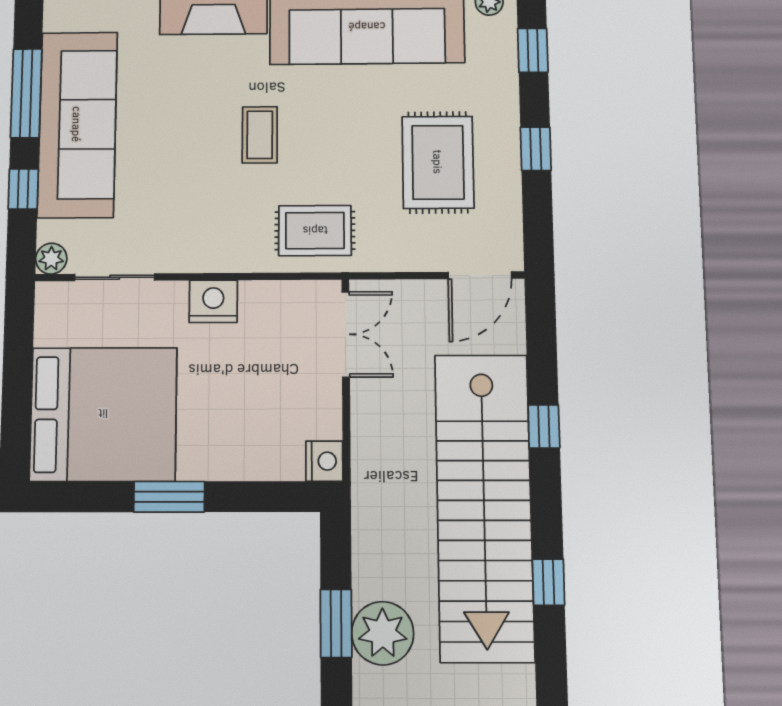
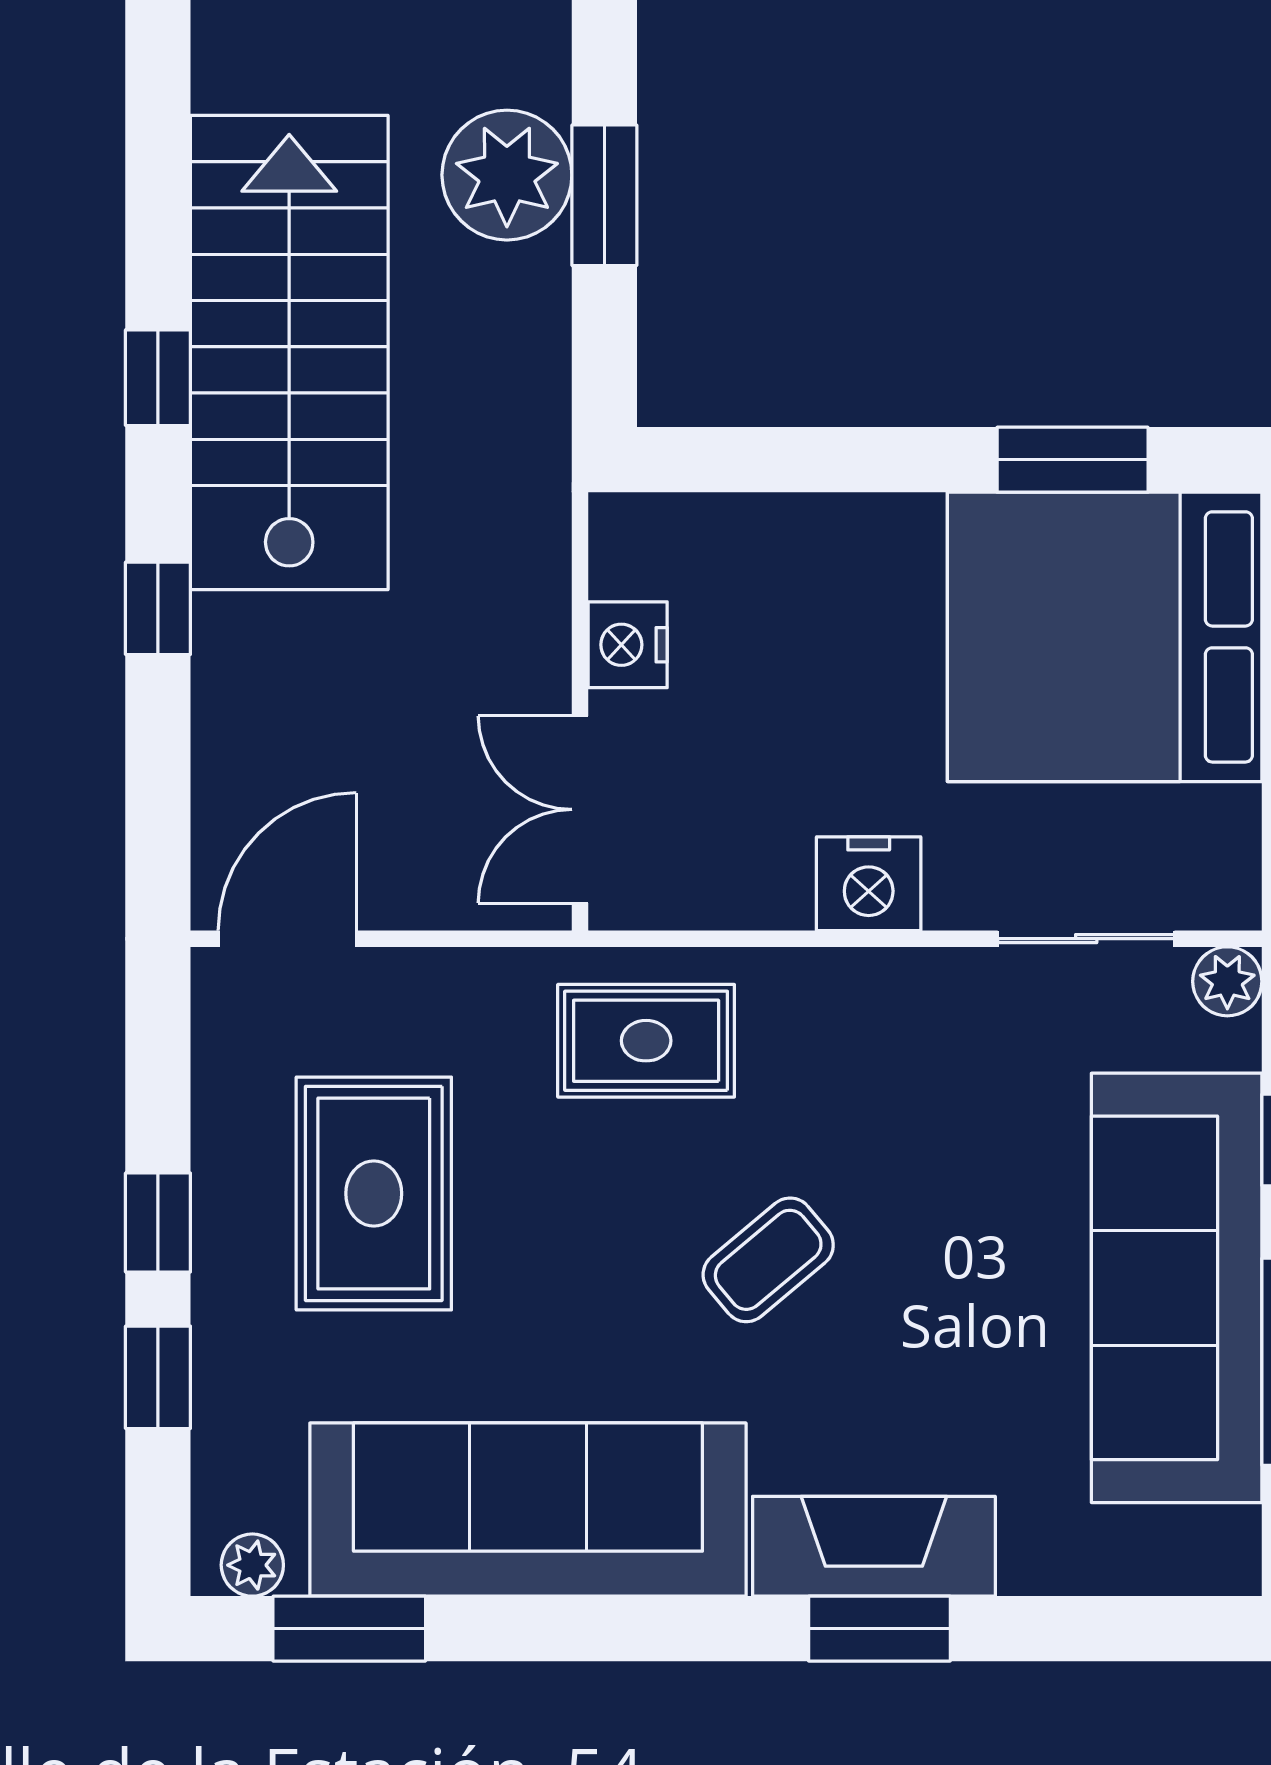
window: (533, 50) -> (158, 1377), moved
coffee table: (260, 135) -> (768, 1260), turned 50
nightstand: (324, 461) -> (628, 645), moved
window: (169, 497) -> (1073, 460), moved
stairs: (484, 506) -> (289, 353), width x0.73
window: (548, 582) -> (158, 378), moved

